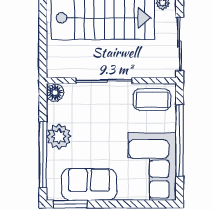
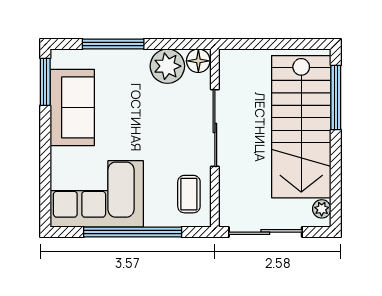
coffee table: (152, 100) -> (189, 194), width x0.73, depth x0.77
plant: (59, 136) -> (167, 66), moved
window: (43, 155) -> (113, 44), width x0.68

